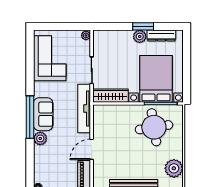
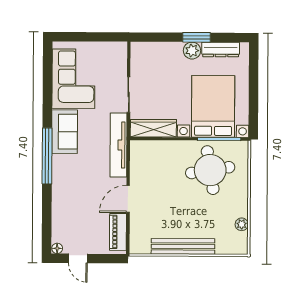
plant: (86, 35) -> (121, 49), removed
sofa: (43, 114) -> (65, 132), moved
plant: (40, 138) -> (60, 184), removed
plant: (174, 168) -> (242, 224), width x0.53, depth x0.53

